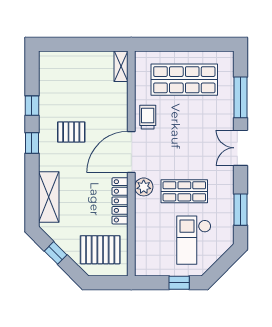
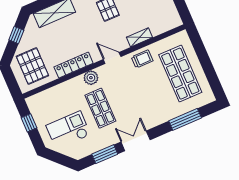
shelving: (121, 66) -> (140, 37), moved
double door: (241, 148) -> (136, 141), moved
door: (131, 152) -> (112, 58), width x0.53
window: (179, 283) -> (29, 123), moved

